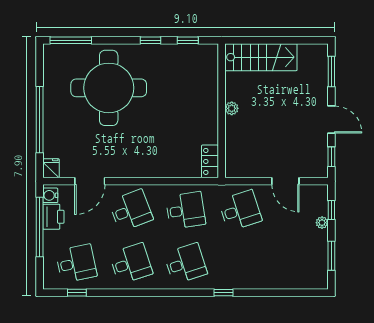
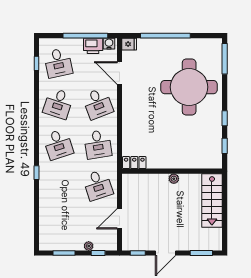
desk: (131, 263) -> (58, 104), turned 36

